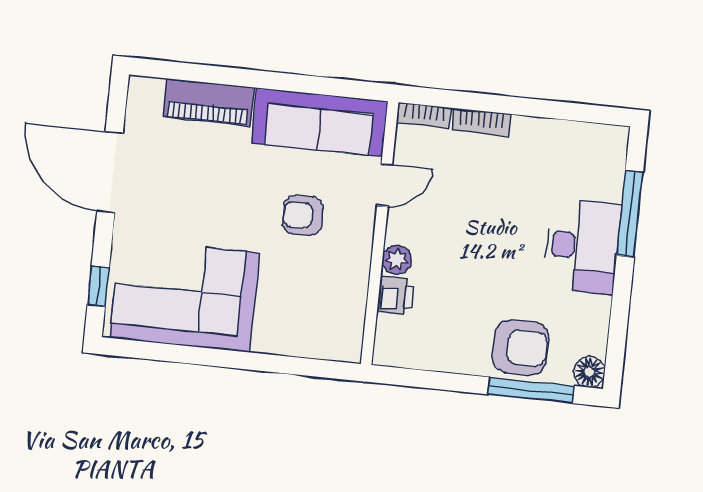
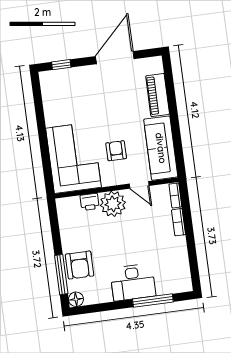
plant: (397, 260) -> (113, 204), width x1.87, depth x1.87
corner sofa: (185, 295) -> (73, 158), moved

